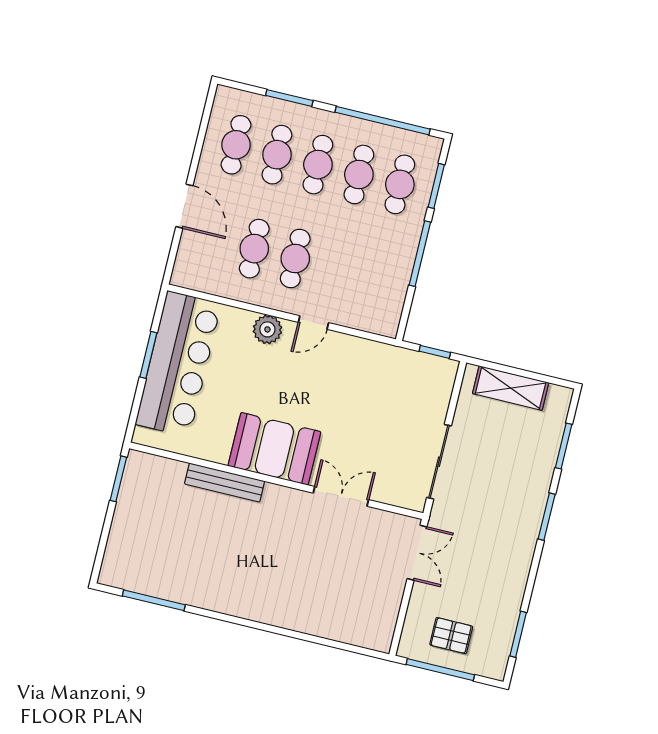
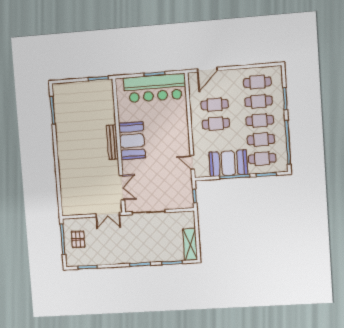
door: (184, 206) -> (207, 70), moved
booth: (387, 259) -> (228, 163), added
door: (313, 323) -> (192, 163), moved
plant: (267, 329) -> (182, 121), removed
shelving: (511, 388) -> (190, 245), moved
bench: (225, 482) -> (112, 142), moved
double door: (341, 496) -> (122, 188), moved

